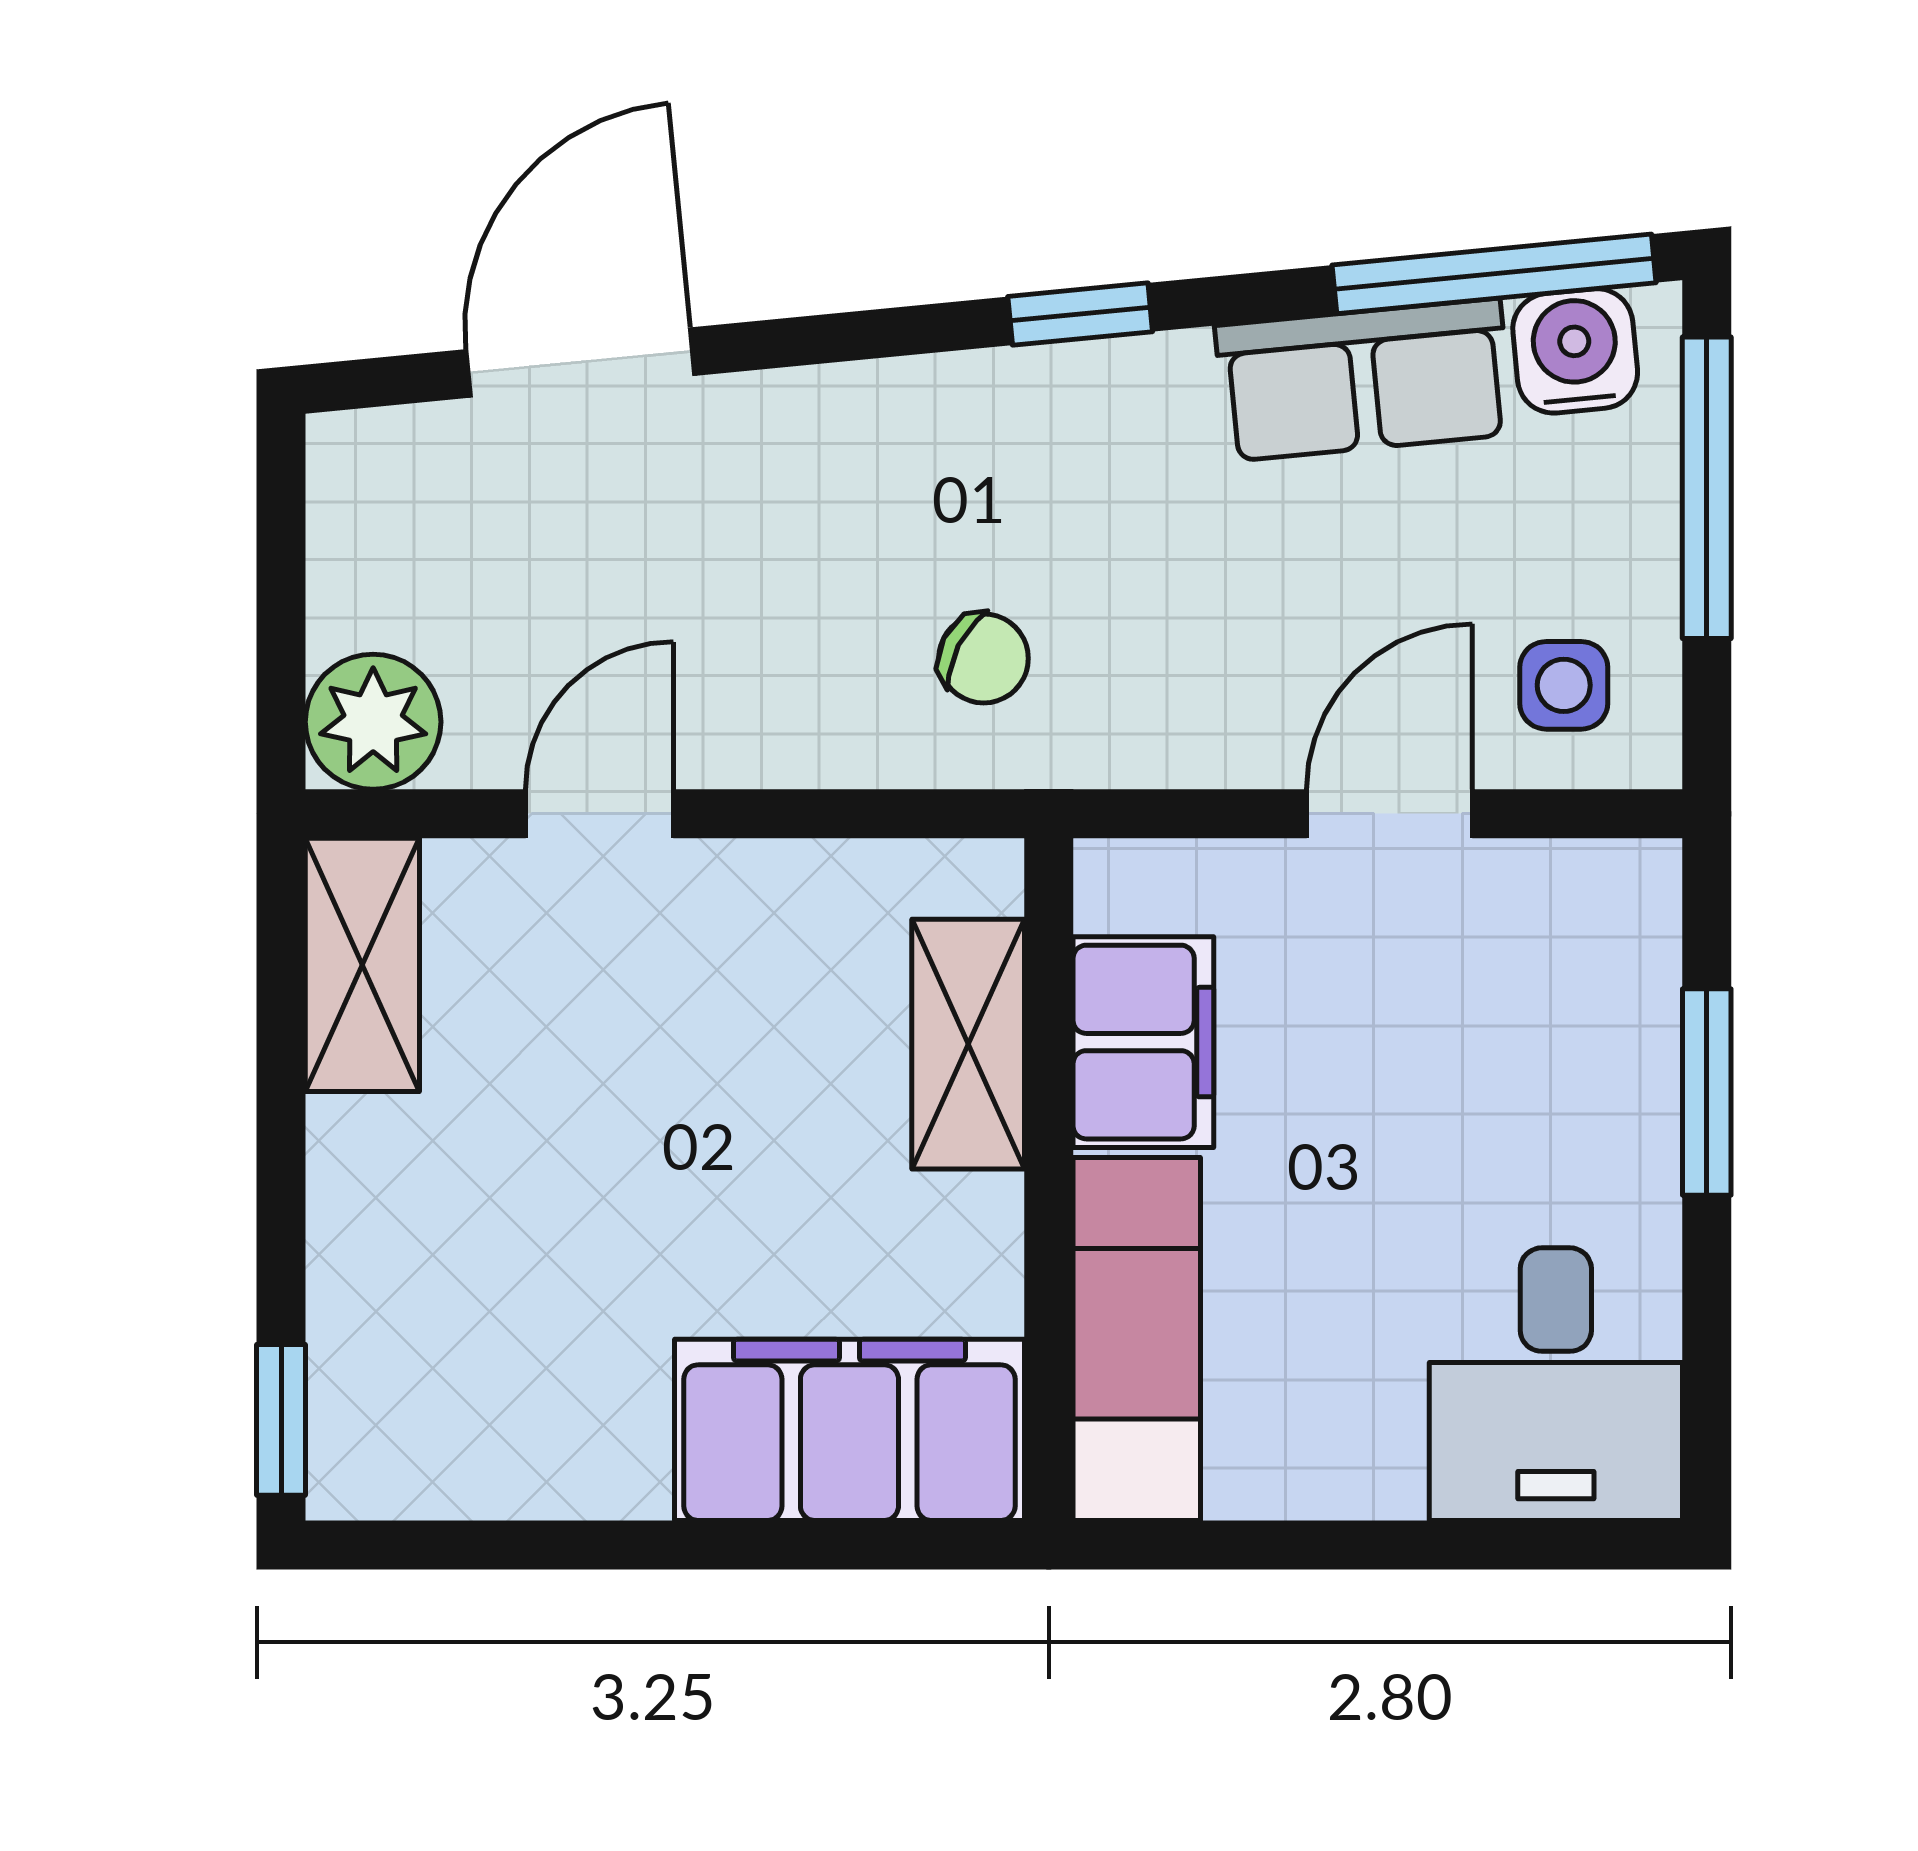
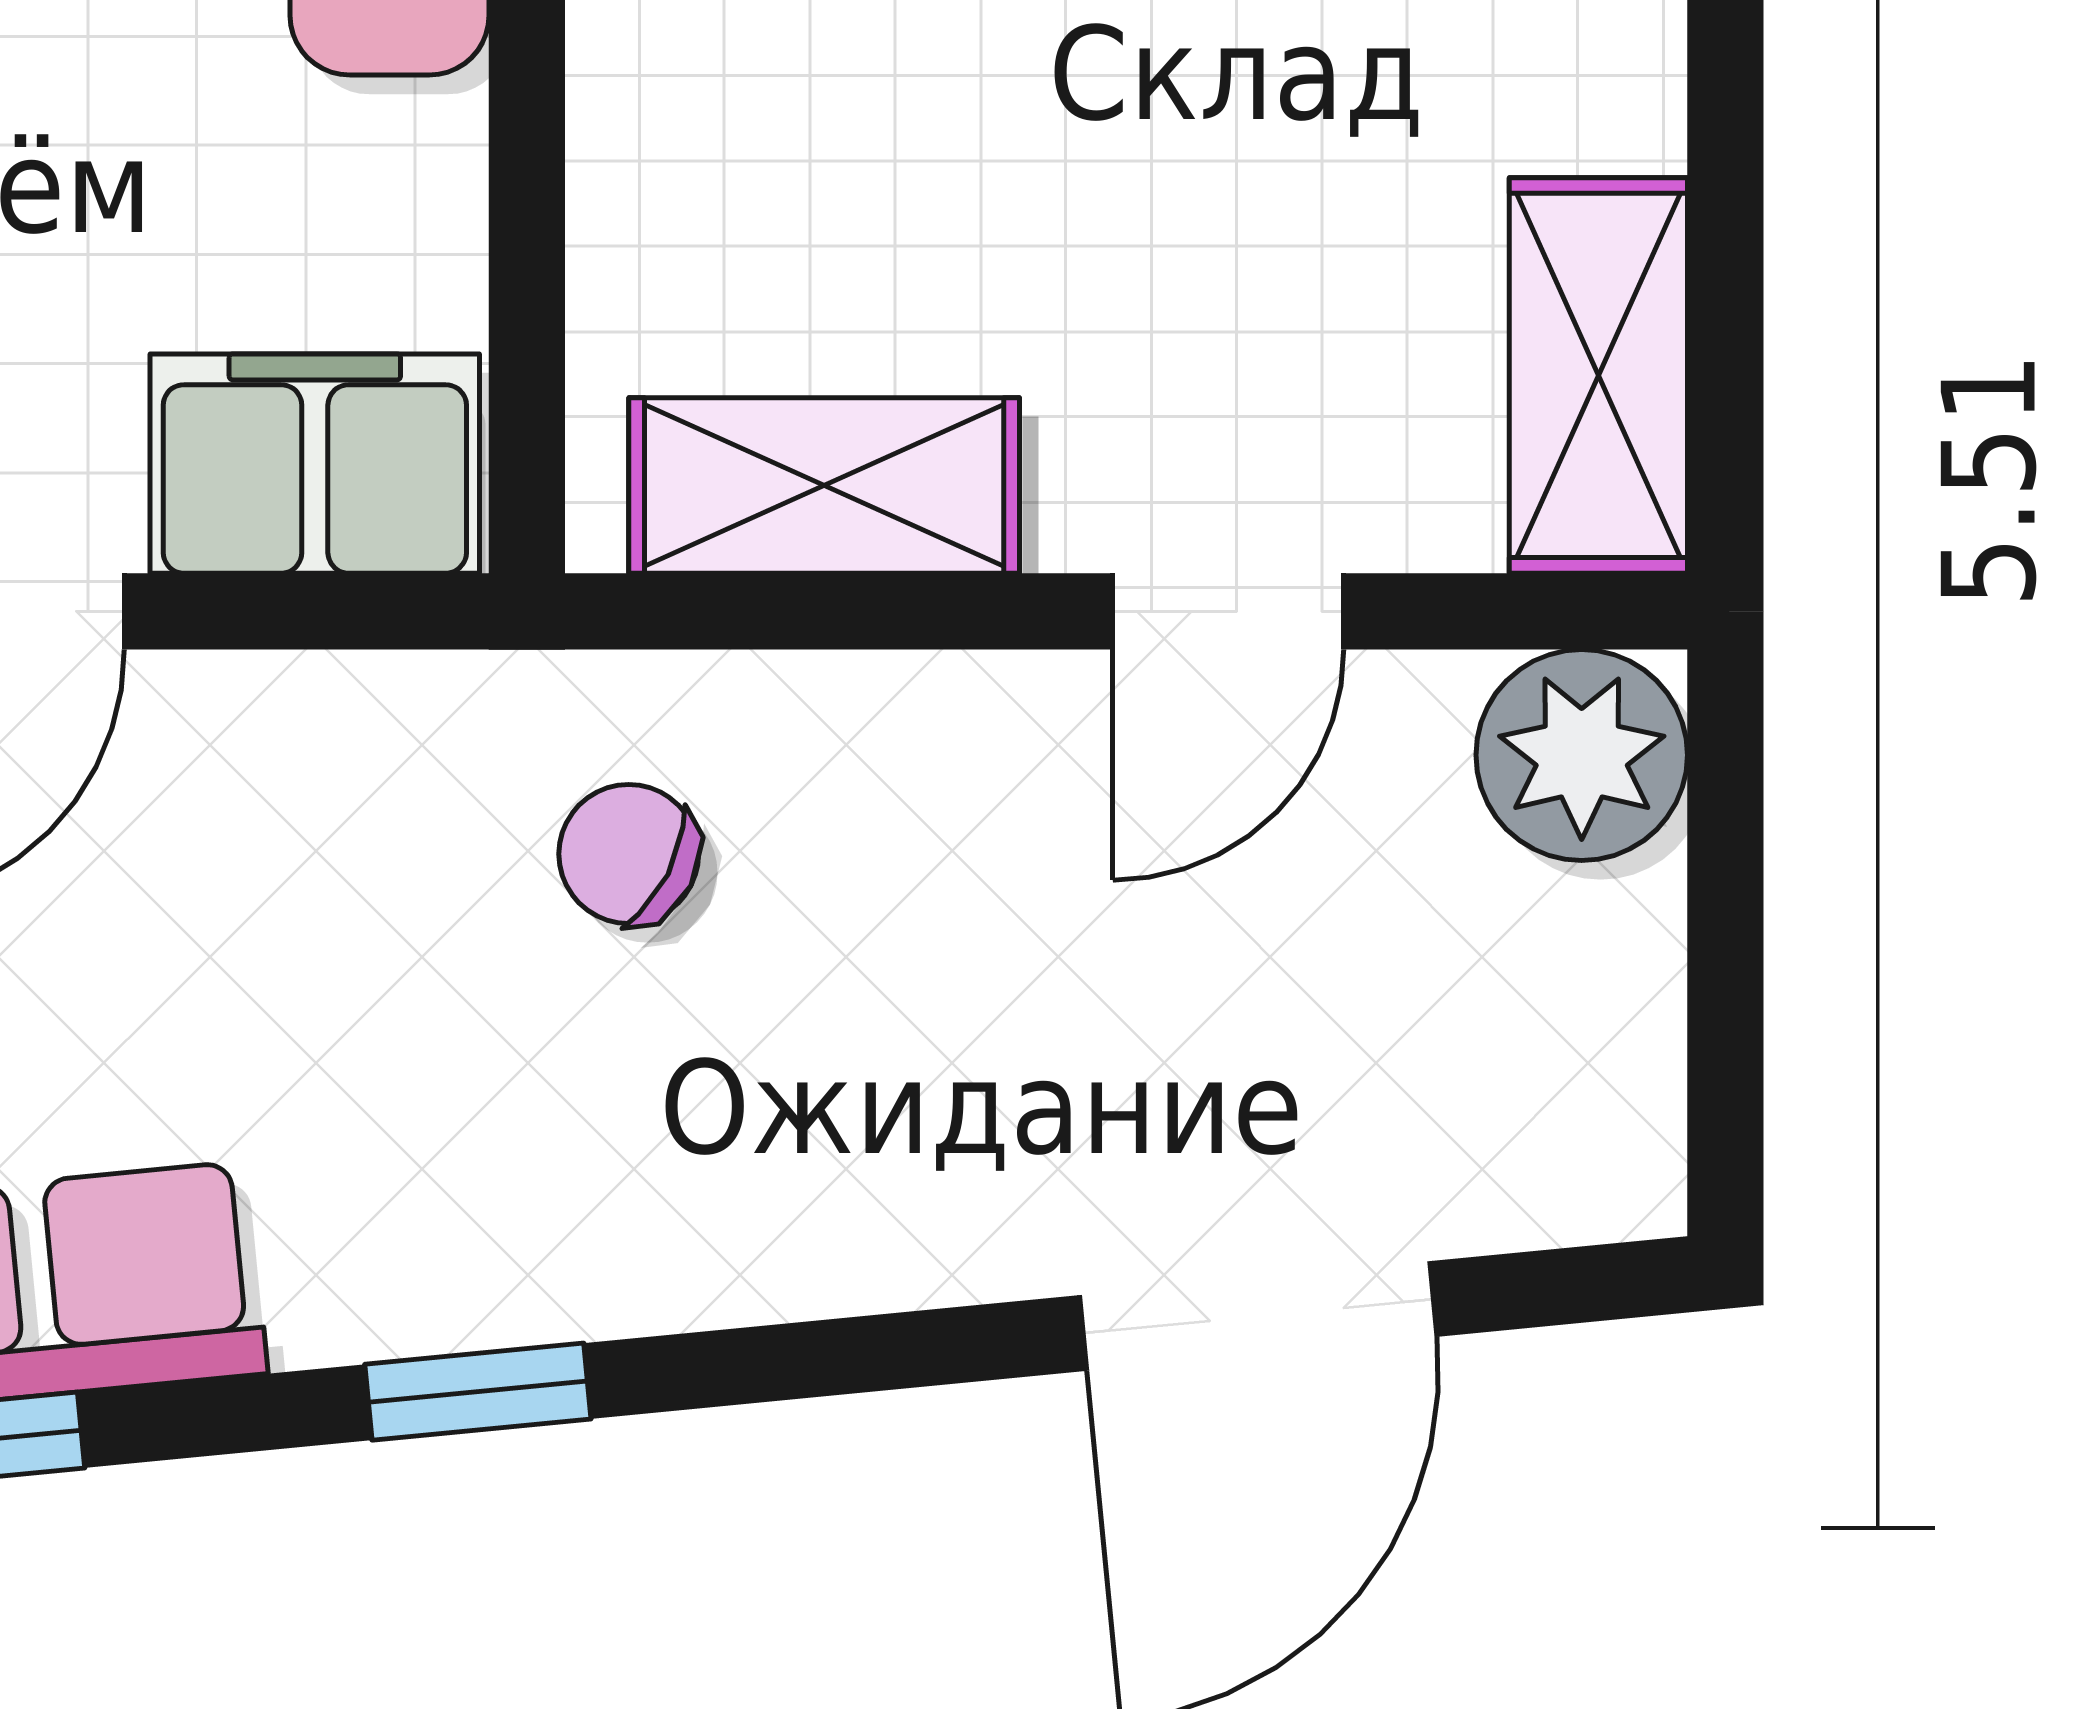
filing cabinet: (1143, 1042) -> (315, 464), moved, turned 90
shelving: (968, 1044) -> (824, 485), moved, turned 90

